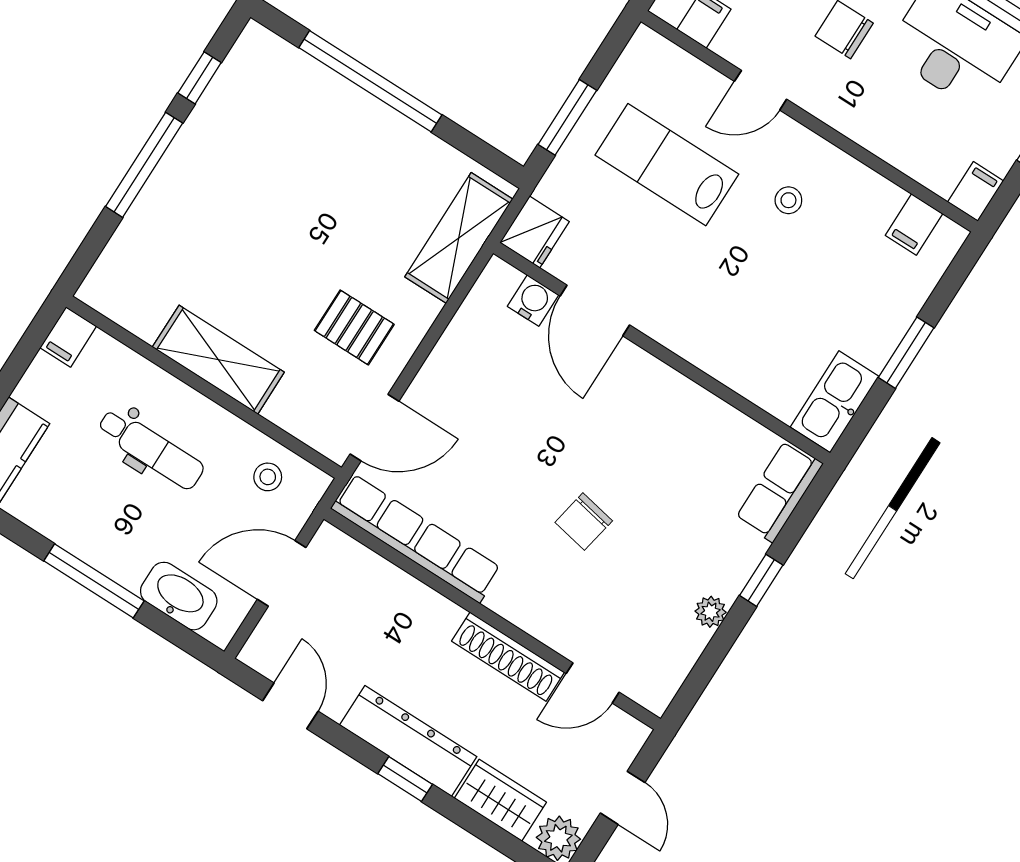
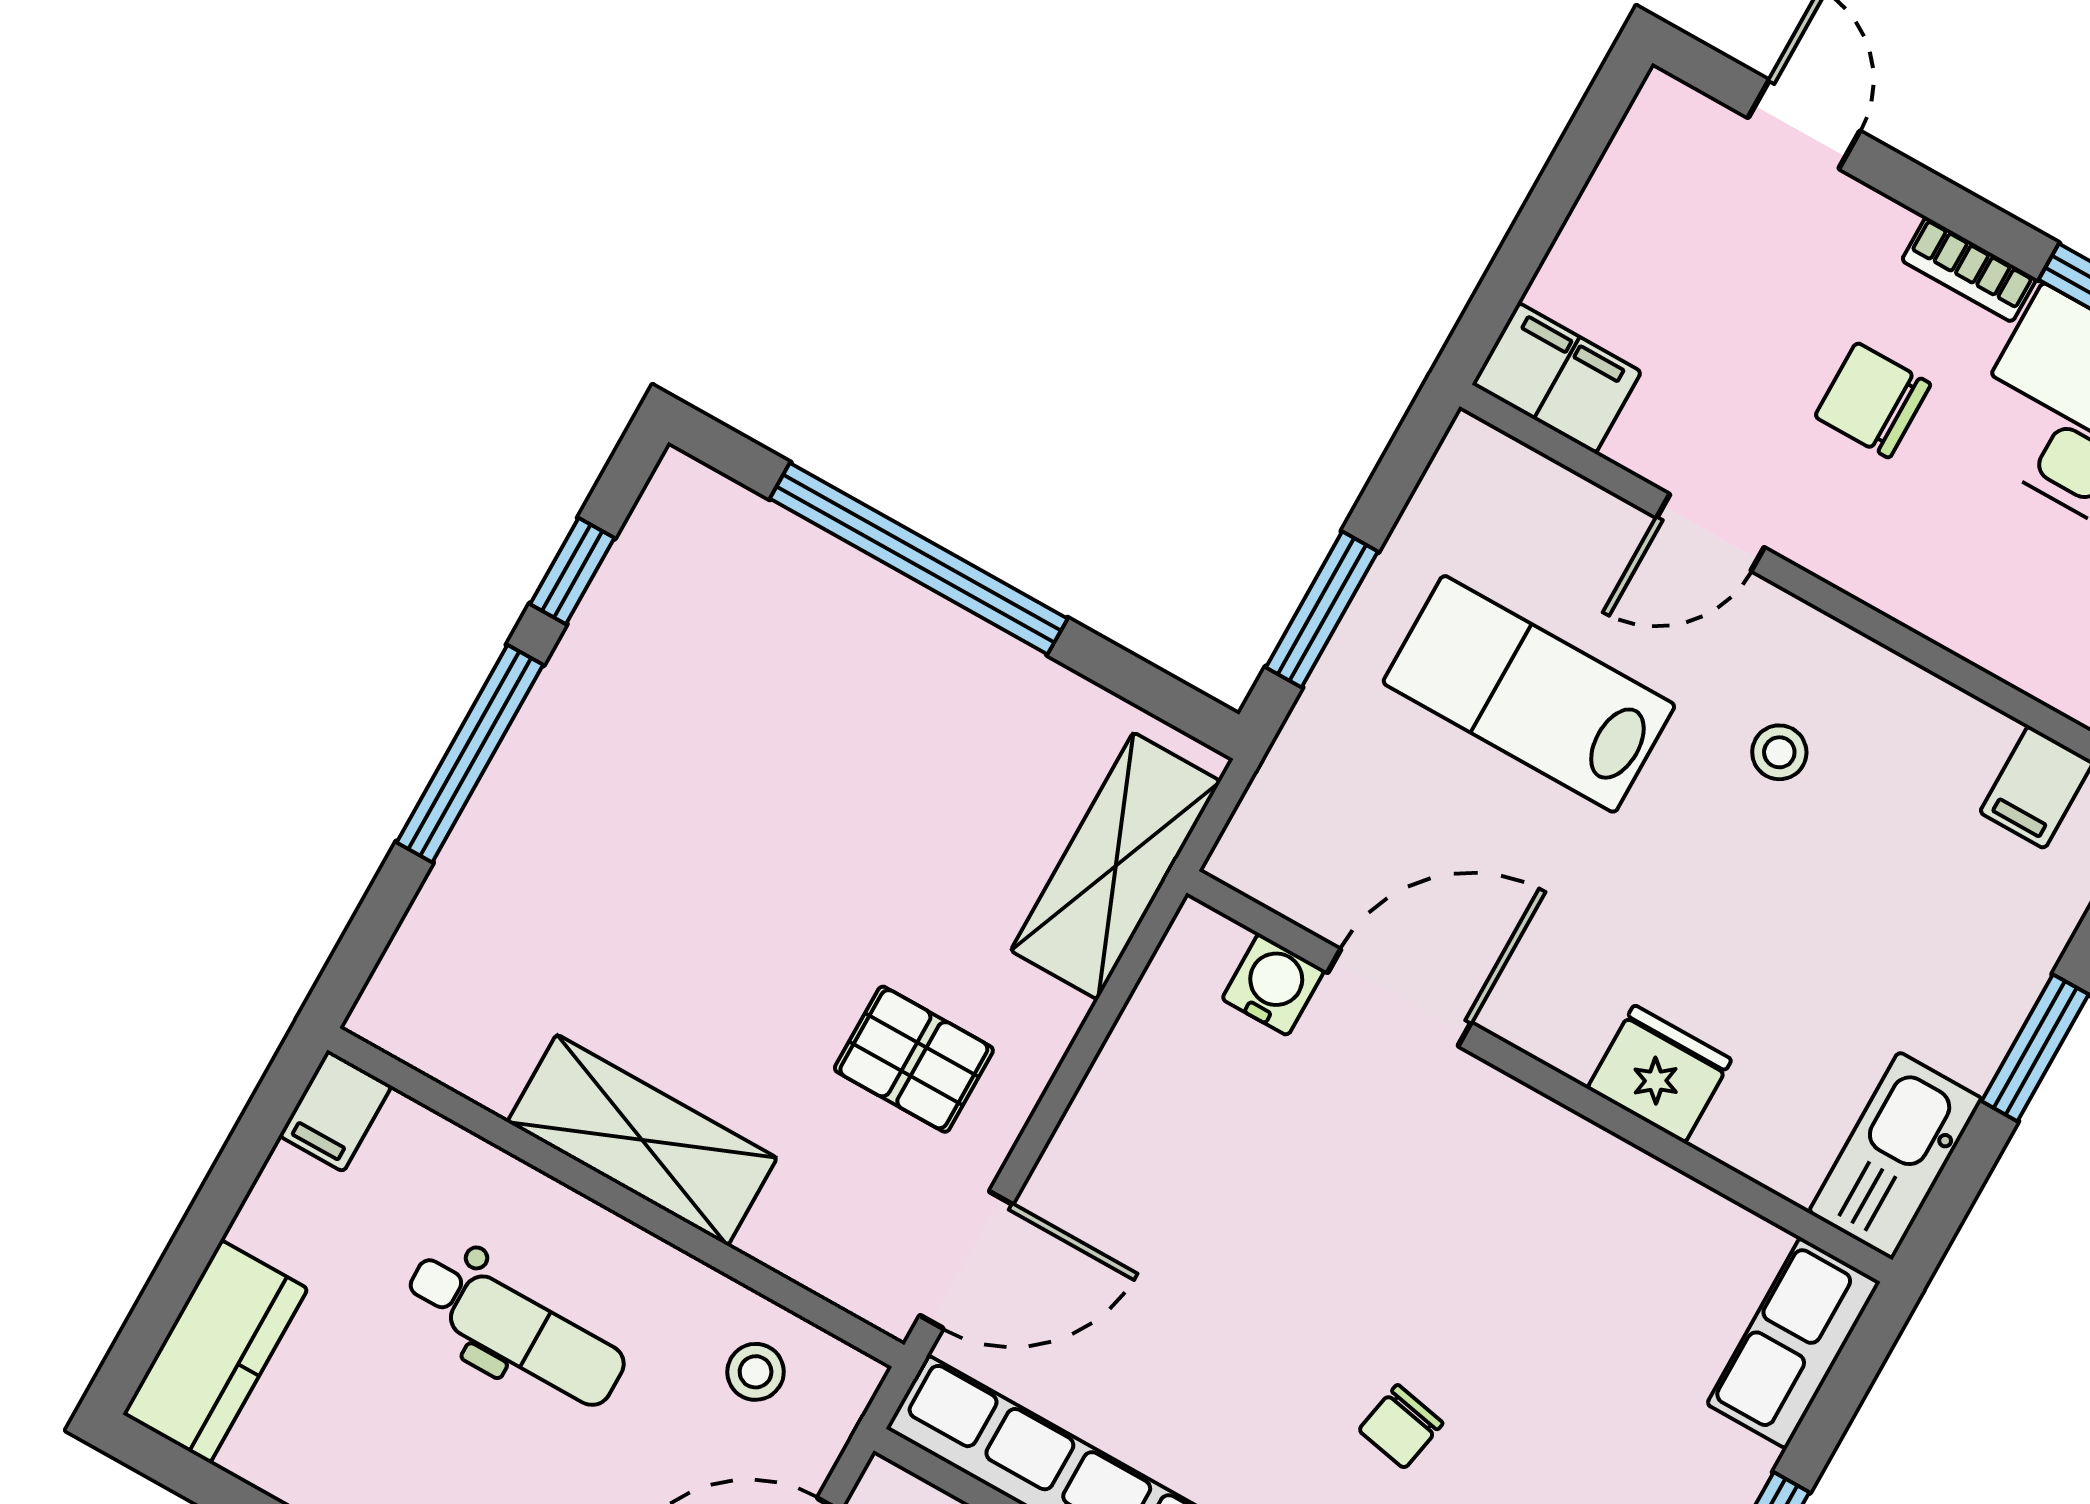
fridge: (535, 232) -> (1659, 1074), moved, turned -90
door: (595, 310) -> (1399, 998), swing flipped
chair: (584, 522) -> (1401, 1427), width x0.73, depth x0.73

